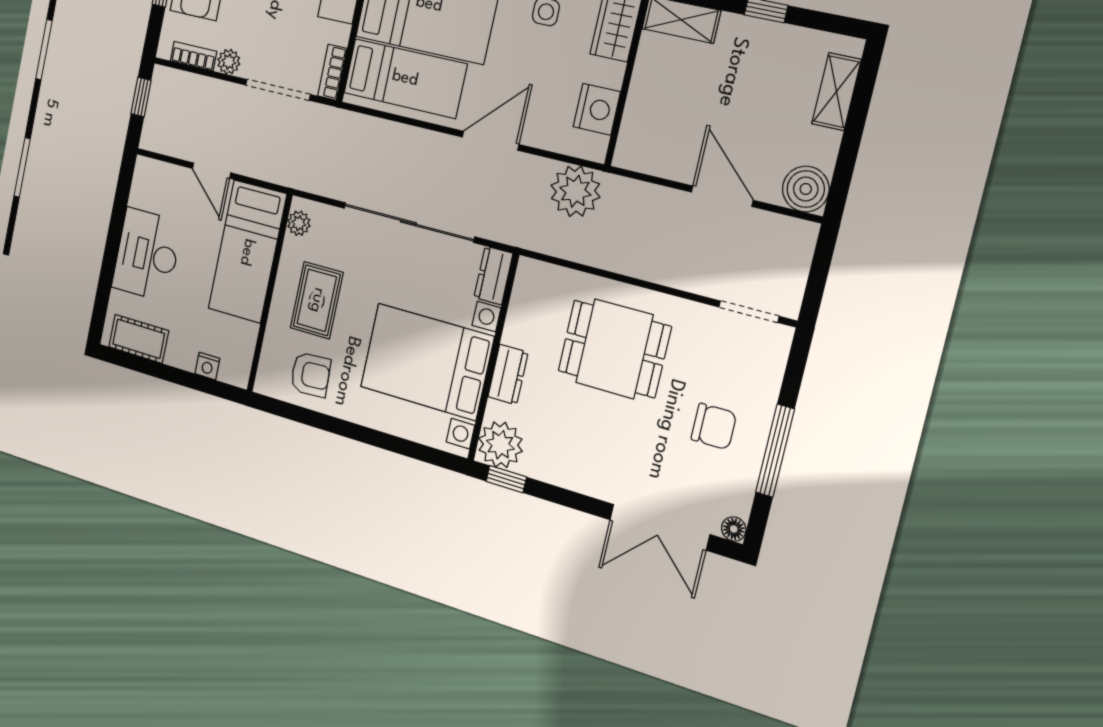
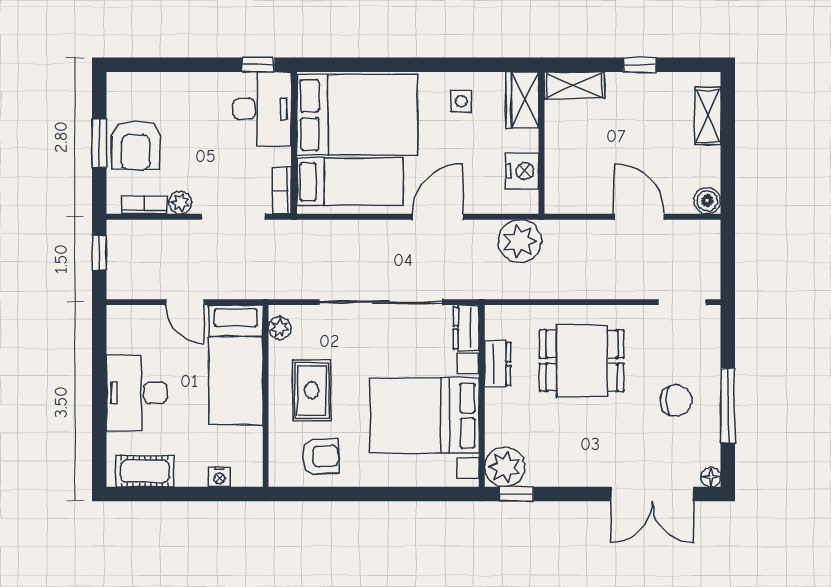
boiler: (806, 189) -> (707, 201), width x0.73, depth x0.73
dresser: (508, 375) -> (498, 364), moved

